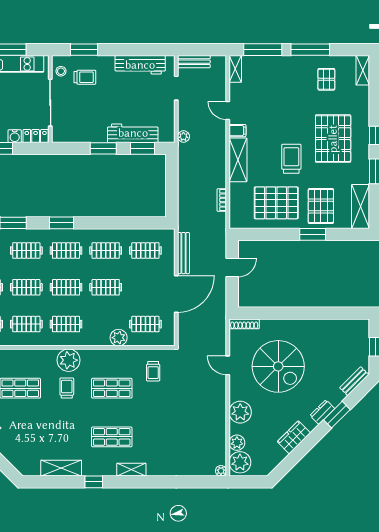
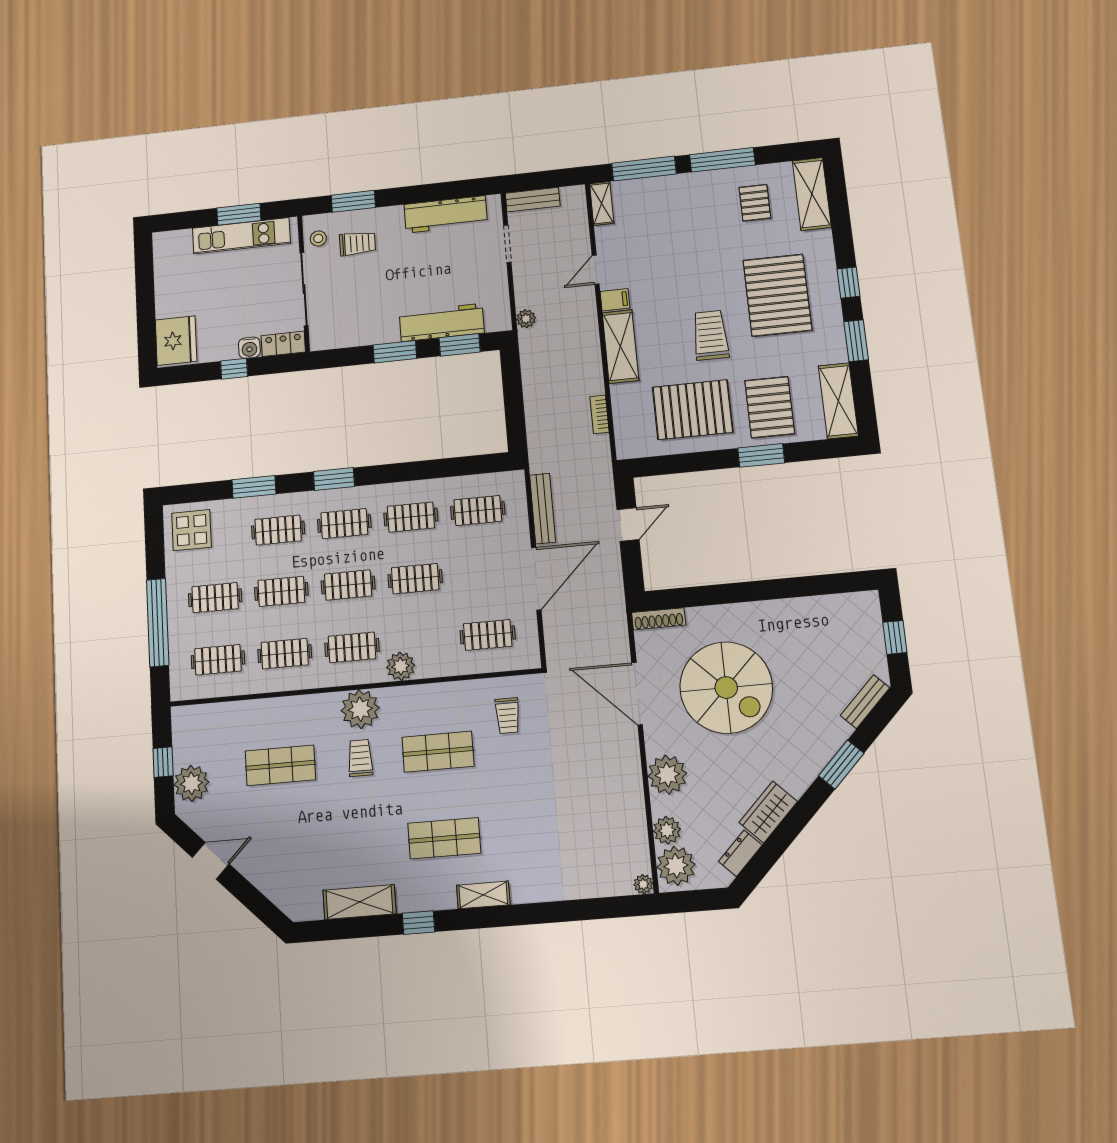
shelving: (363, 70) -> (812, 194), width x1.50, depth x1.33
door: (228, 111) -> (596, 270), hinge flipped
plant: (119, 338) -> (401, 666), moved
door: (228, 365) -> (637, 694), width x1.87
dresser: (322, 412) -> (740, 853), moved

